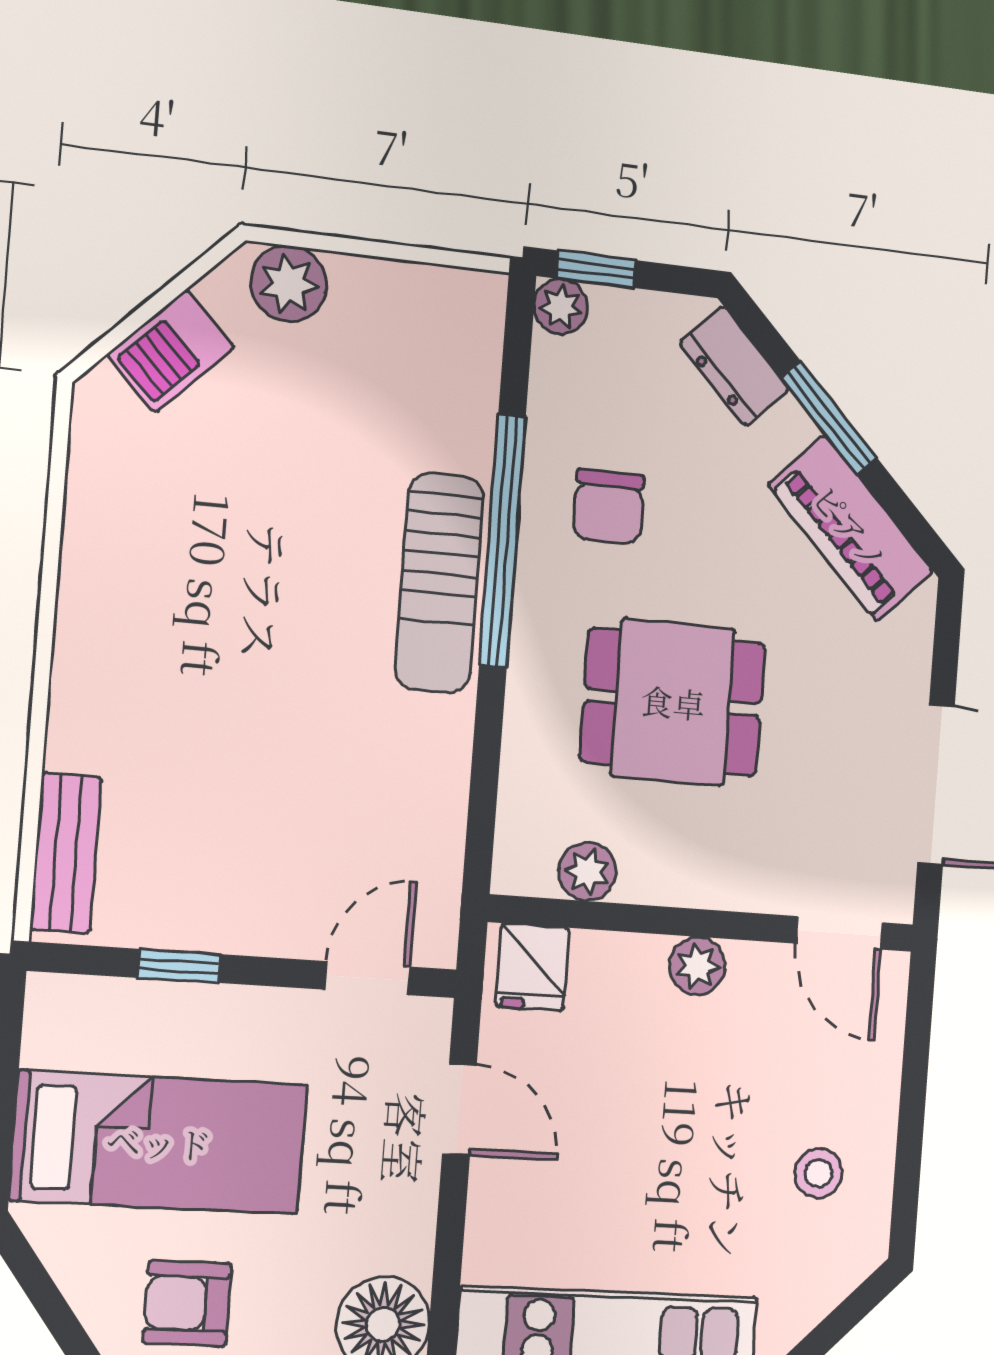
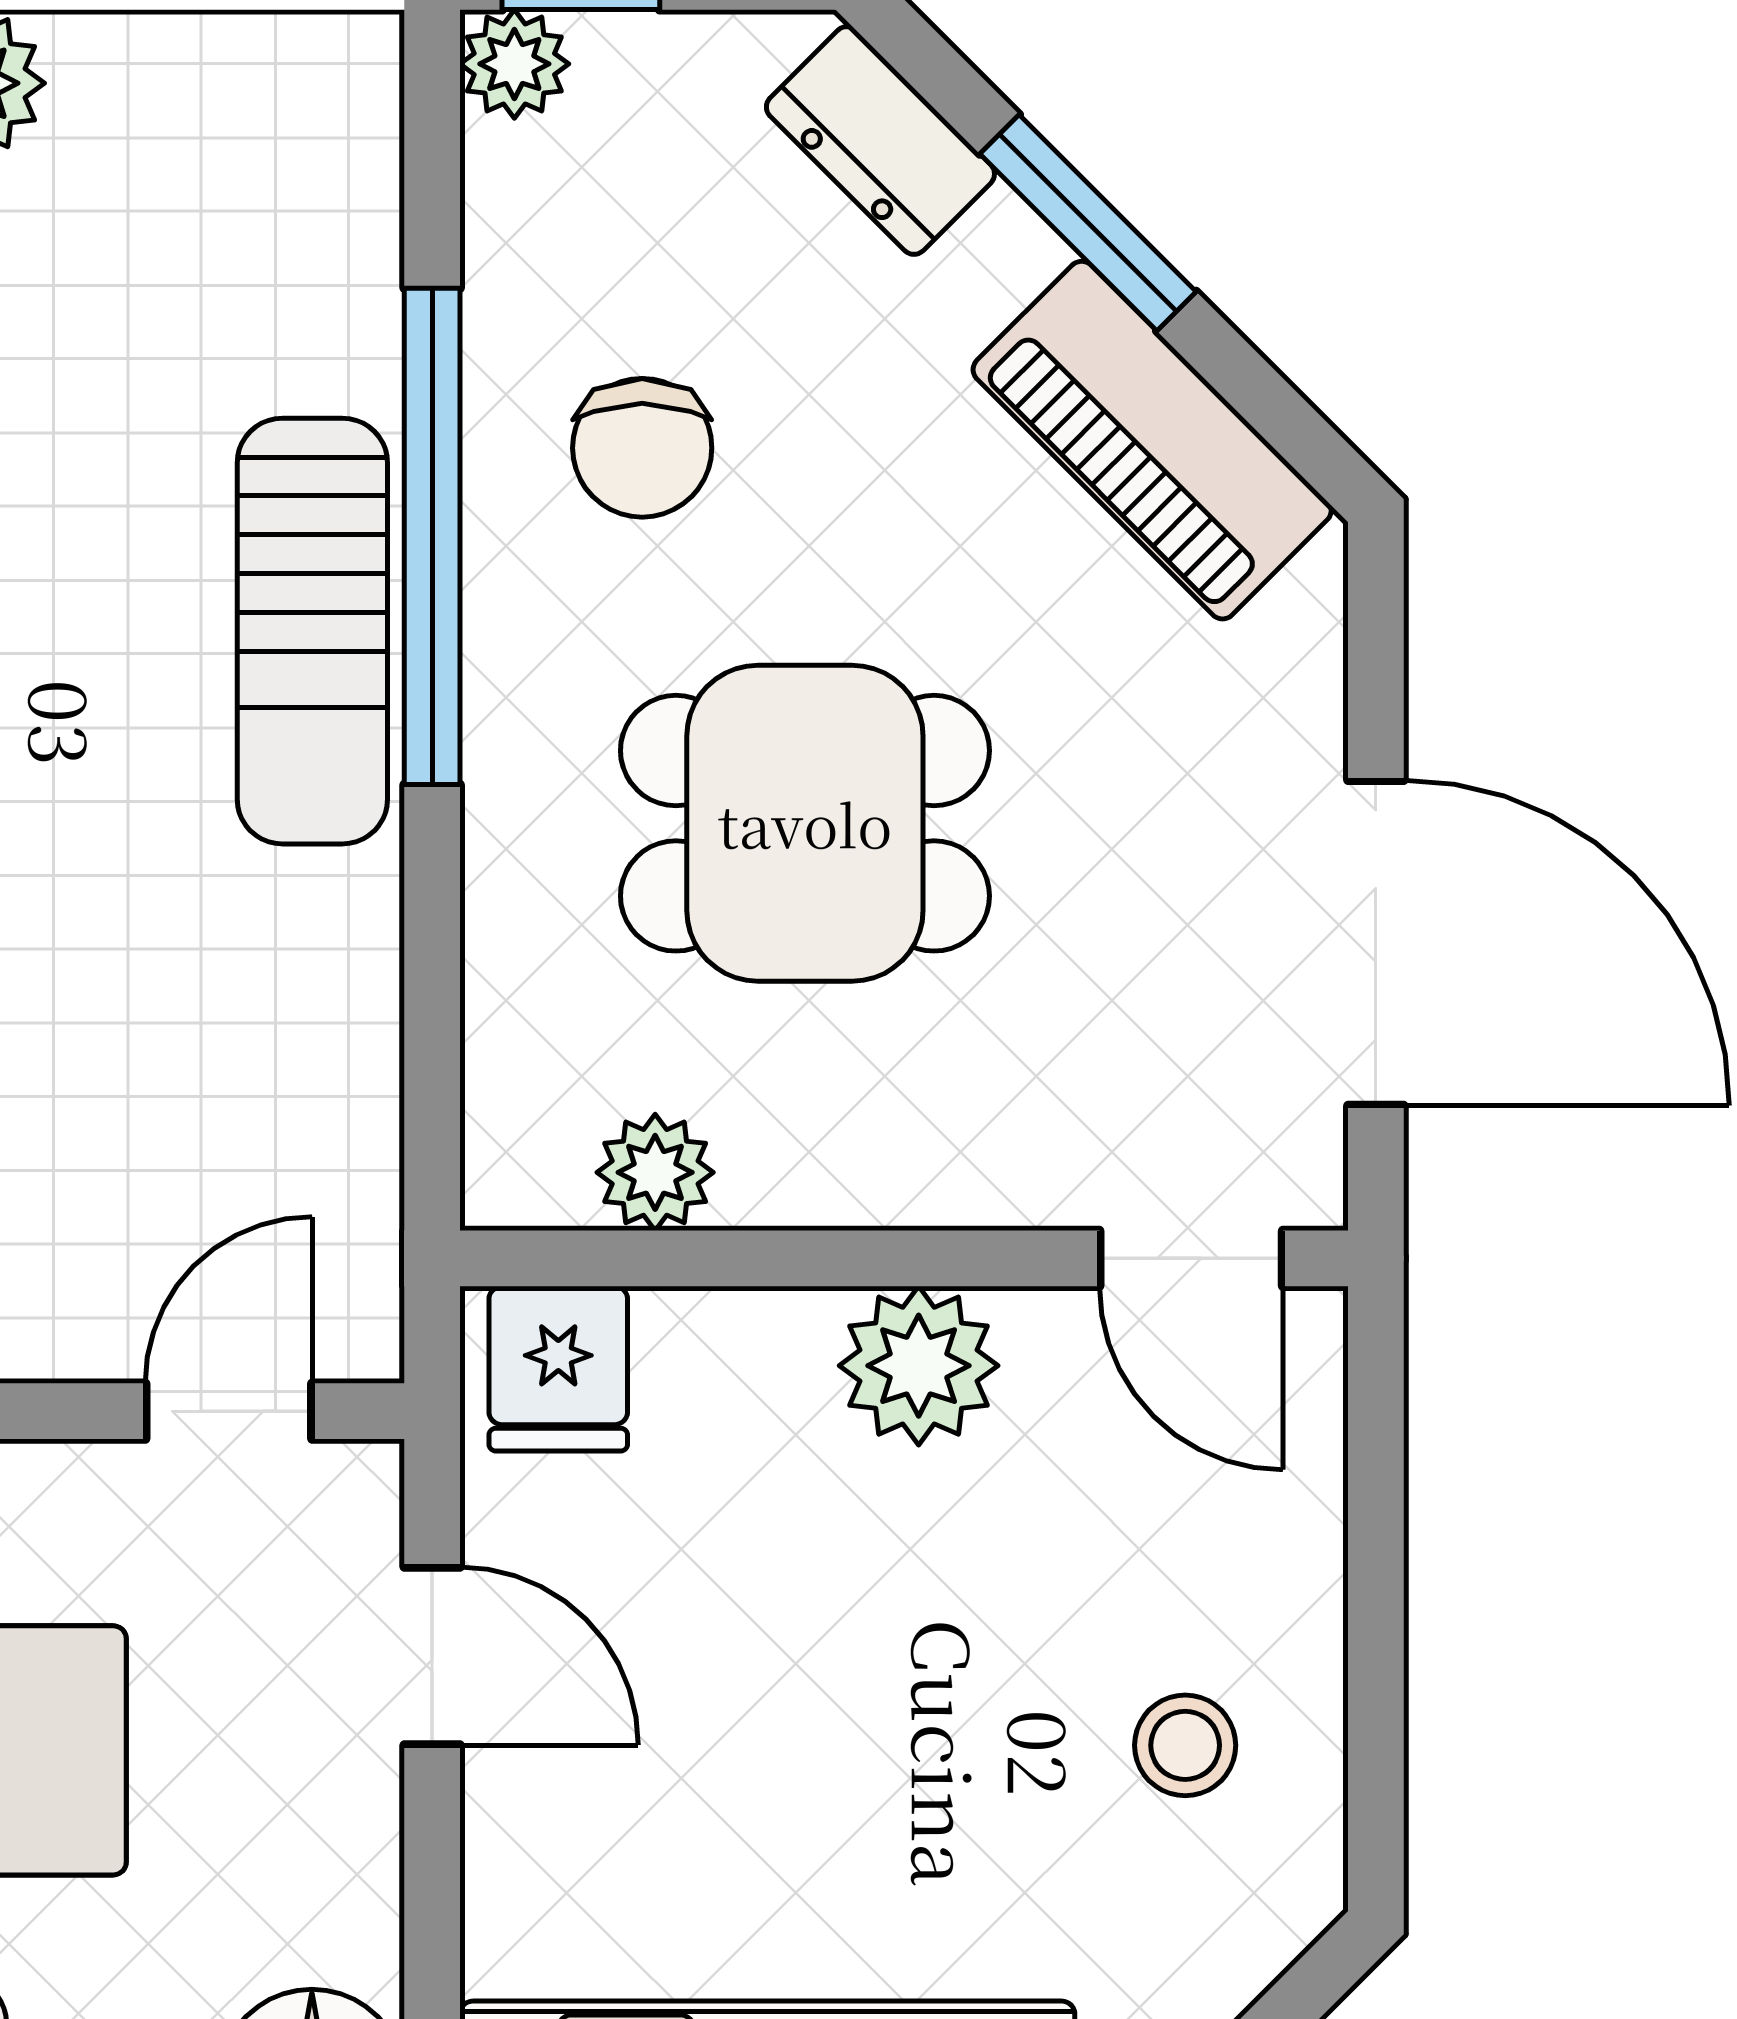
plant: (697, 966) -> (919, 1366), width x1.38, depth x1.38

